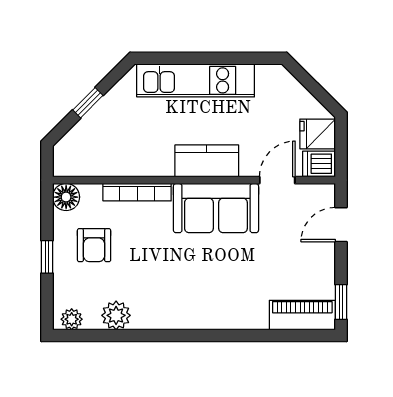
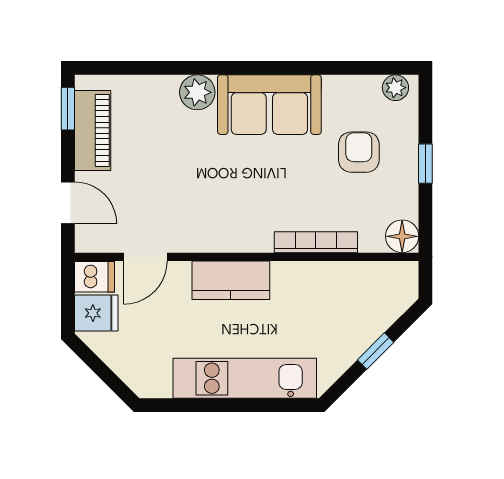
sofa: (216, 208) -> (269, 105), moved, turned 180
door: (341, 225) -> (68, 203), hinge flipped
armchair: (94, 245) -> (359, 152), moved
plant: (116, 315) -> (197, 92), moved
piano: (302, 315) -> (93, 130), moved, turned -90

